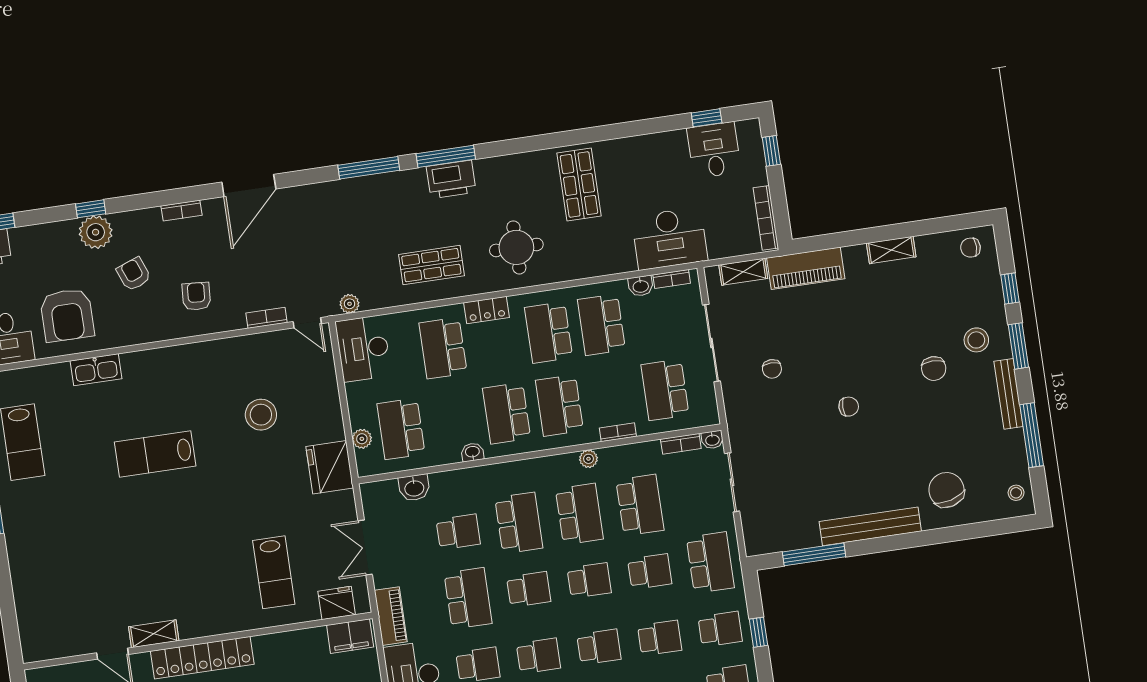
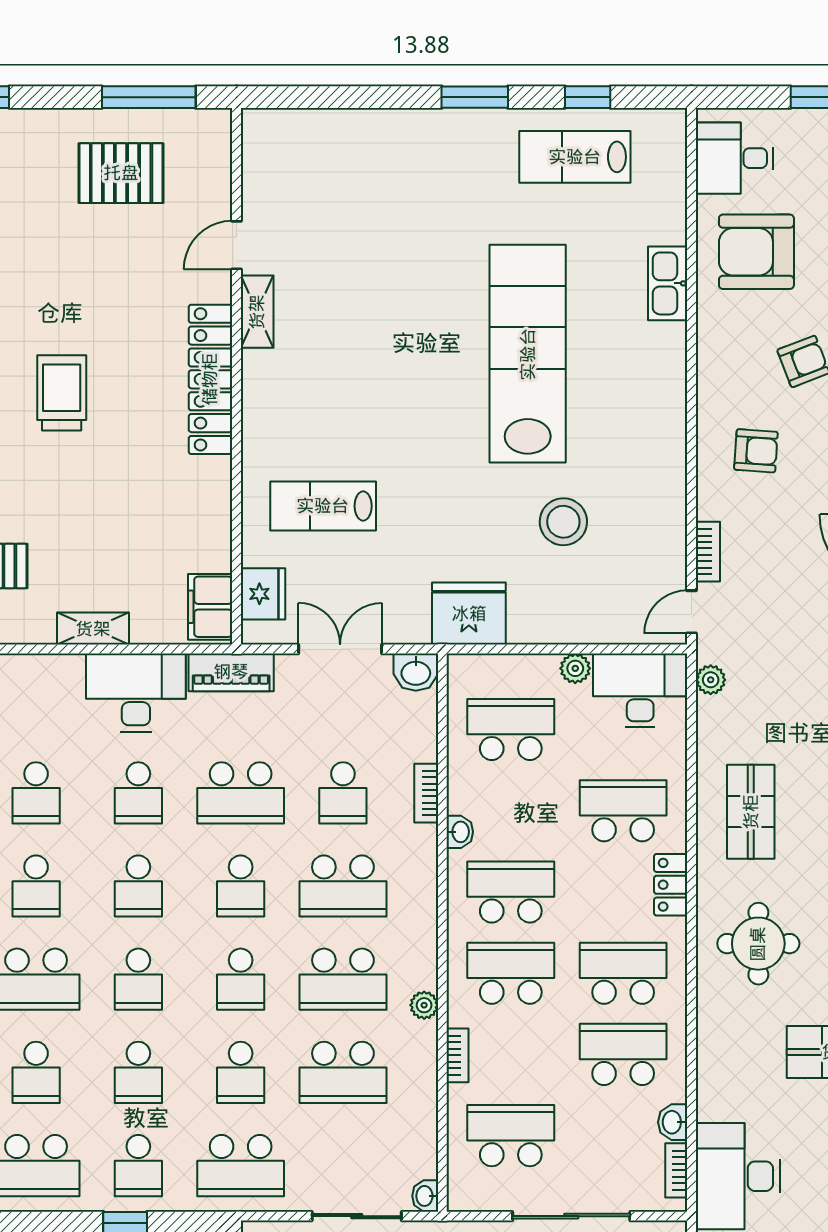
plant: (362, 439) -> (575, 668), moved
bookcase: (681, 444) -> (426, 793), moved
lab bench: (155, 454) -> (528, 354), width x1.86, depth x1.39
washbasin: (414, 488) -> (416, 672), moved, turned -90

